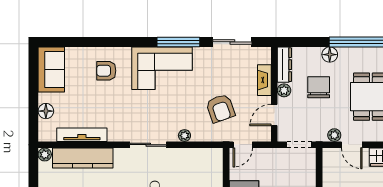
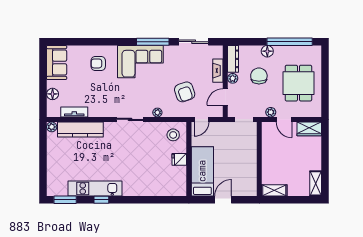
tv unit: (82, 135) -> (74, 112), width x0.71
stool: (205, 165) -> (173, 135), added

